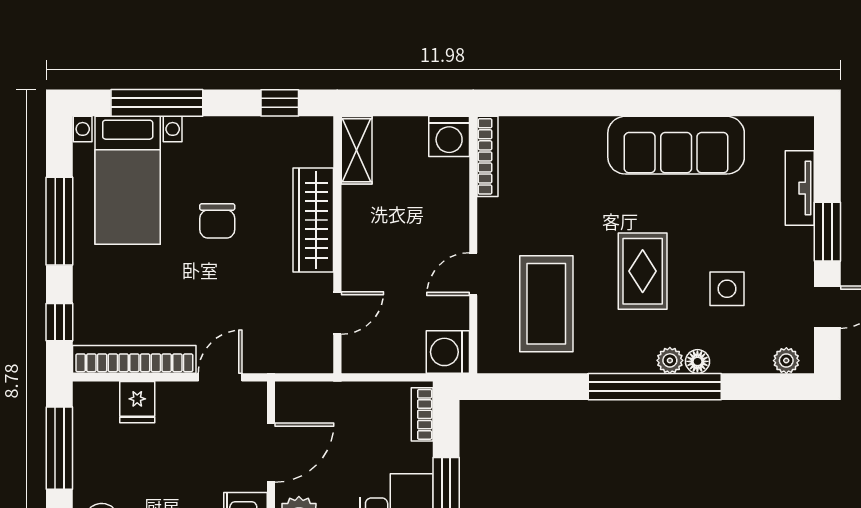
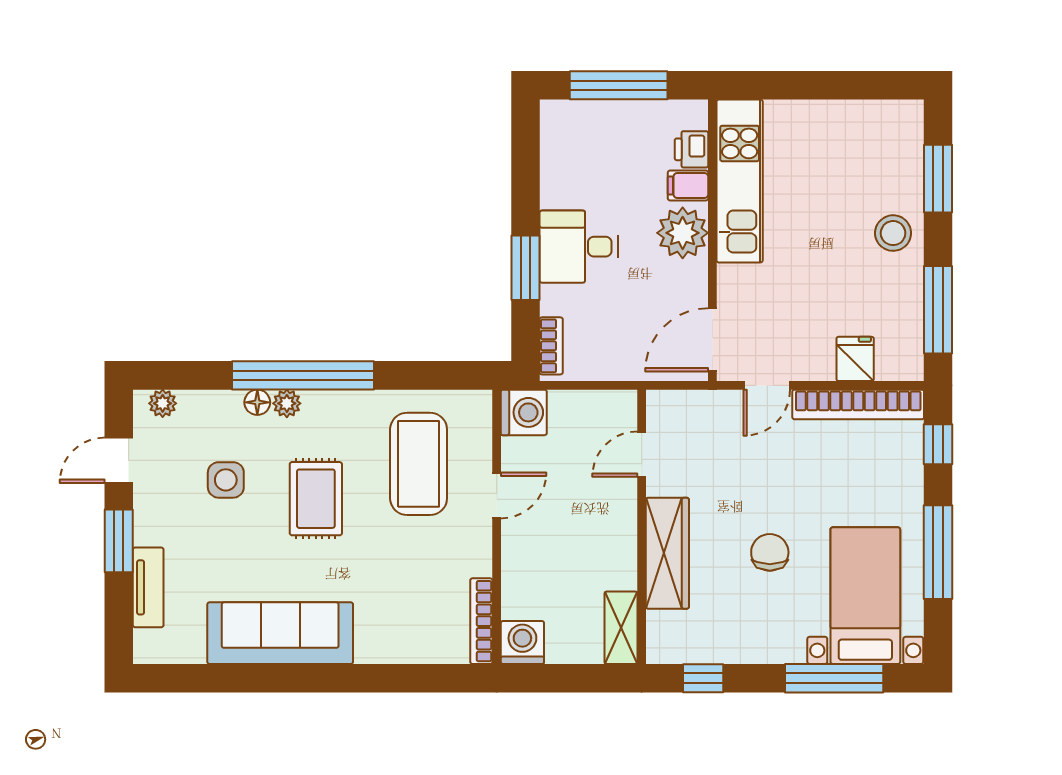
door: (271, 453) -> (712, 340), moved

